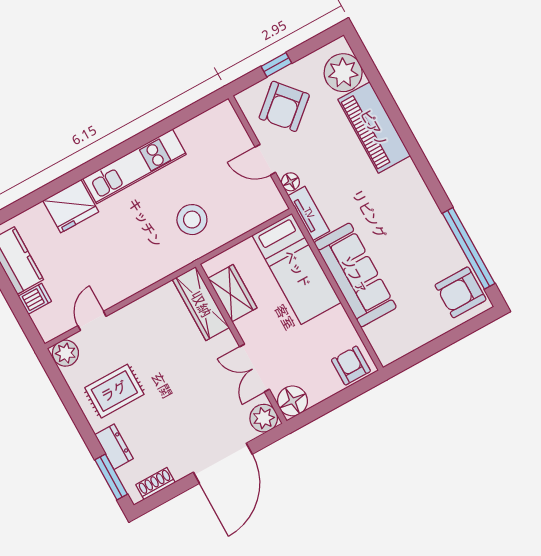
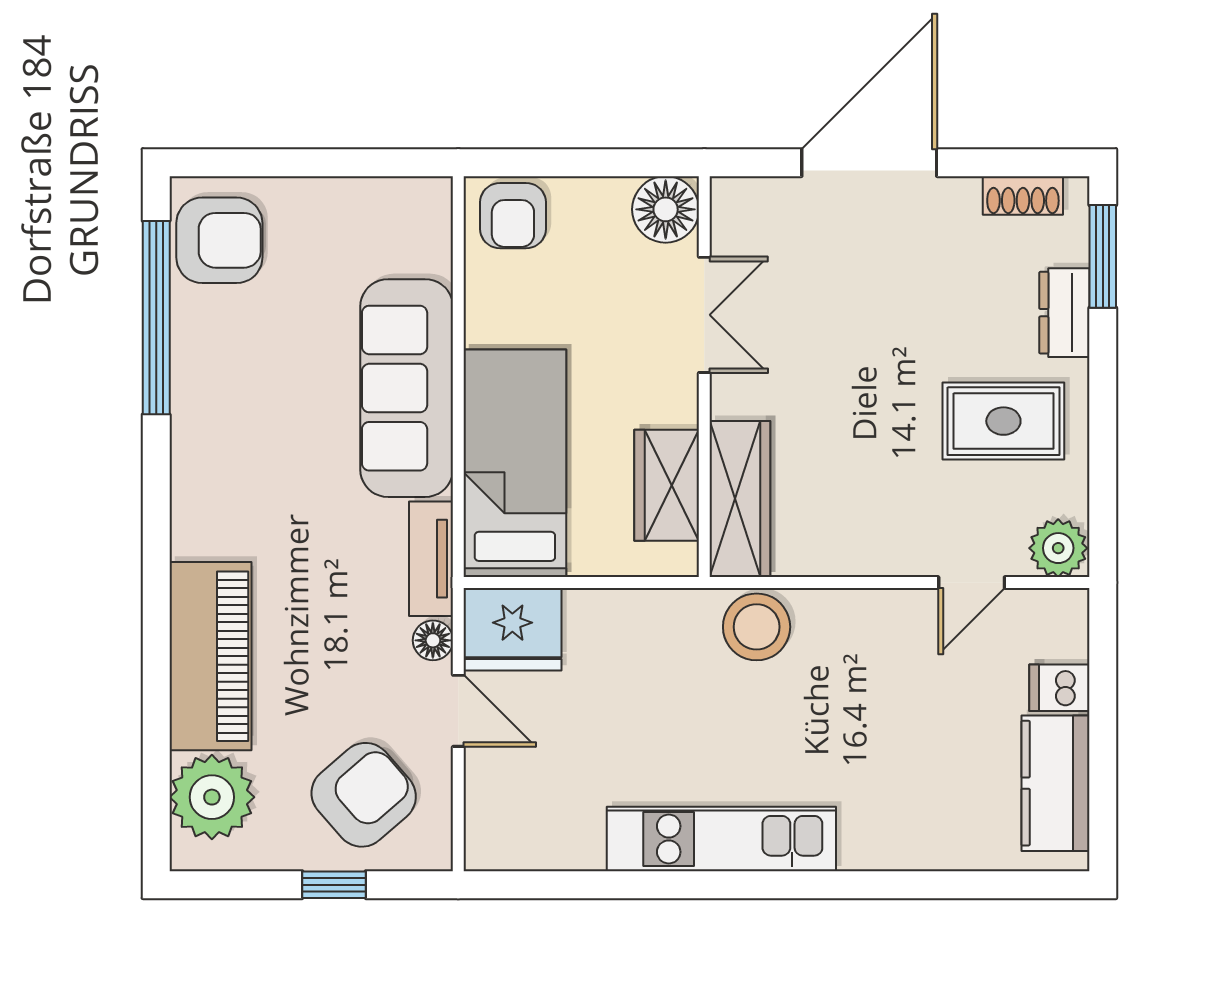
fridge: (71, 206) -> (512, 629), moved, turned 180
stool: (192, 220) -> (757, 627), moved
plant: (264, 418) -> (740, 207), removed

